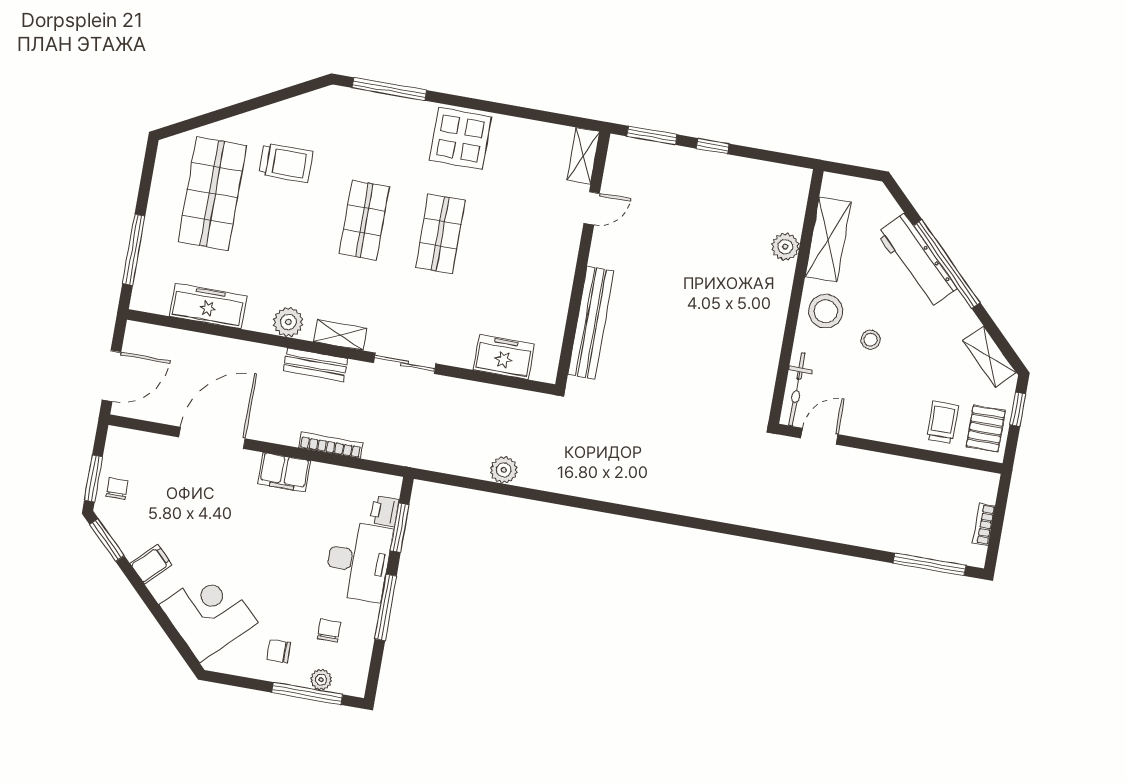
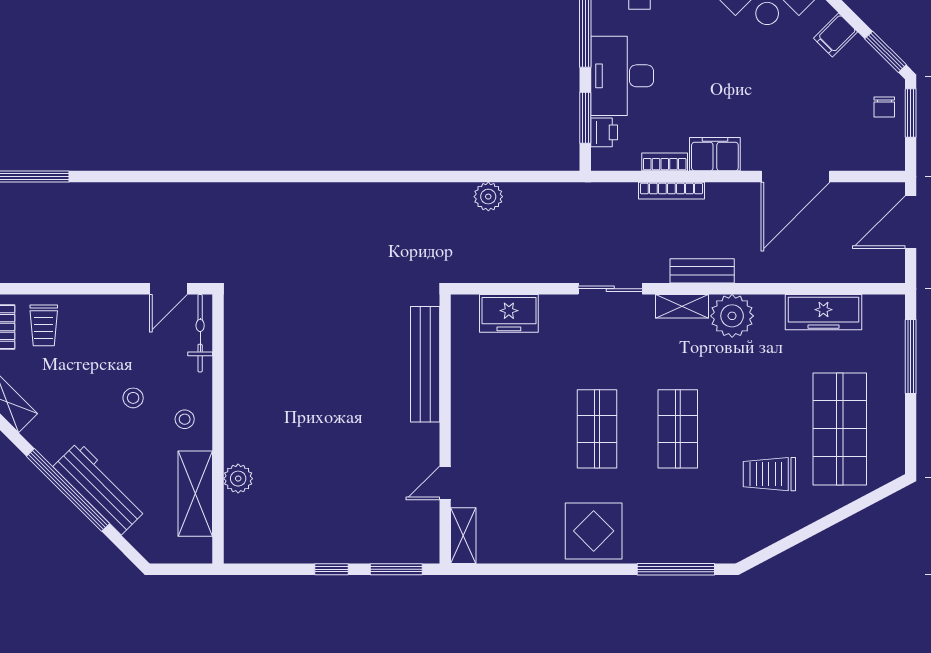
stool: (826, 311) -> (185, 419), width x0.53, depth x0.53
plant: (288, 322) -> (732, 316), width x1.36, depth x1.36
bookcase: (332, 473) -> (665, 162), added

